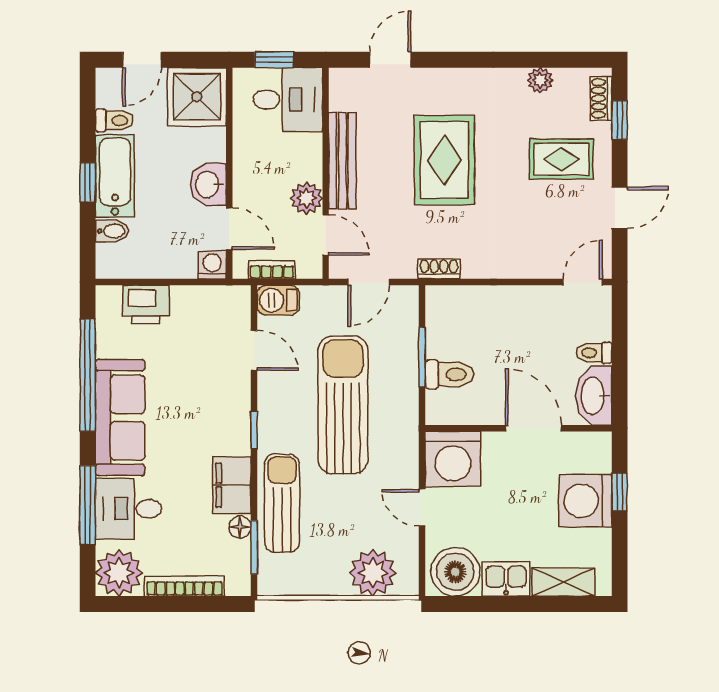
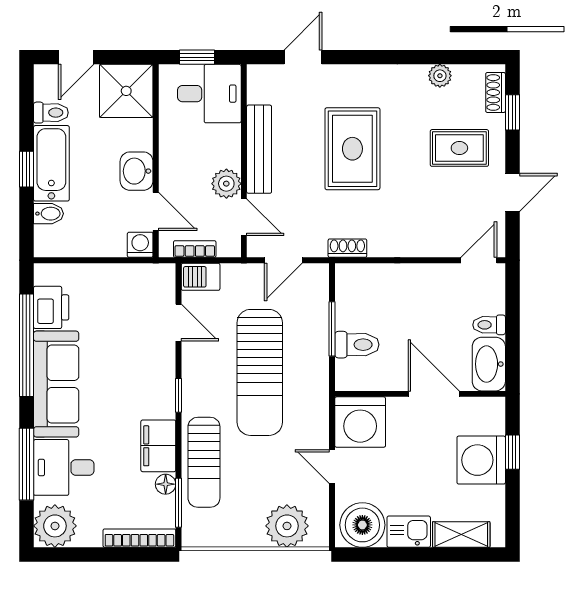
printer: (146, 304) -> (51, 307), moved, turned -90
sun lounger: (343, 405) -> (260, 372), turned 180
sun lounger: (282, 503) -> (204, 462), turned 180
bookcase: (185, 586) -> (139, 538), moved

